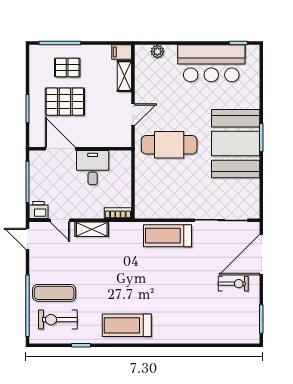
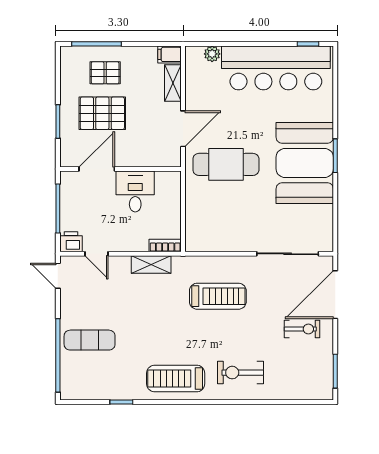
bar counter: (211, 63) -> (276, 68), width x1.36
door: (133, 115) -> (183, 129), width x1.38
door: (60, 149) -> (97, 169), hinge flipped
shelving: (92, 229) -> (151, 265), moved
treadmill: (168, 236) -> (218, 296), moved, turned 180
exercise bike: (58, 320) -> (240, 373), moved

